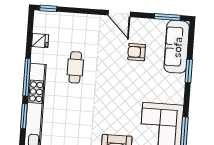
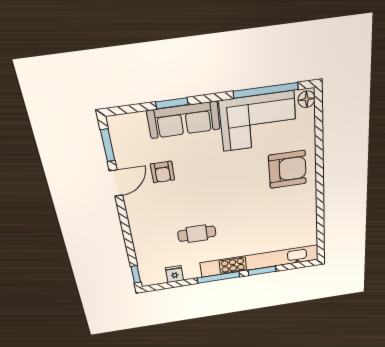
door: (119, 14) -> (116, 183), moved
sofa: (177, 47) -> (184, 120), moved

